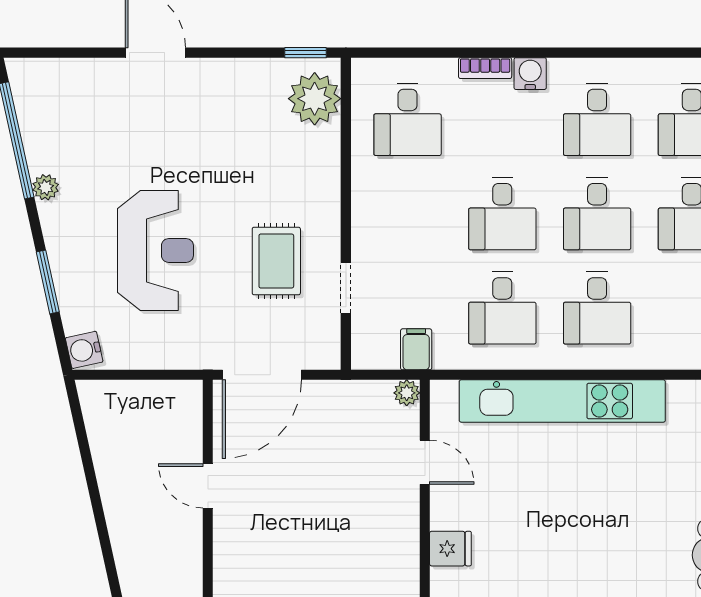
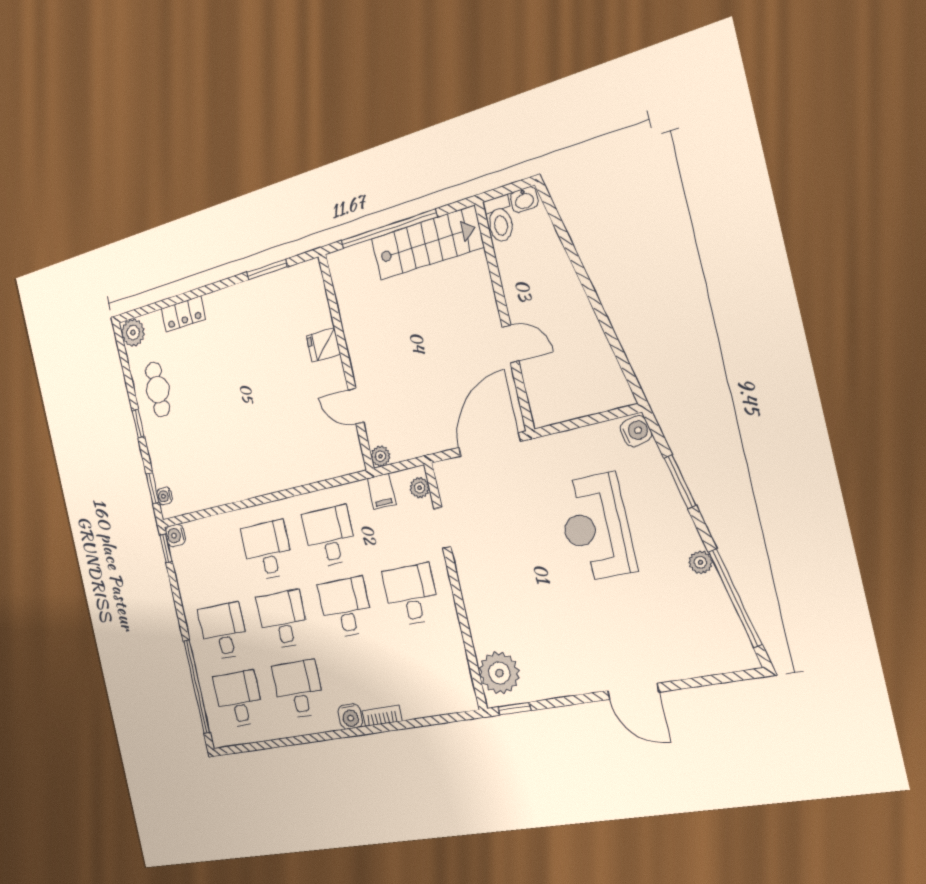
desk: (408, 119) -> (411, 595), moved
rug: (276, 261) -> (499, 538), removed
plant: (364, 343) -> (420, 488), added
kitchen unit: (562, 401) -> (274, 476), removed

